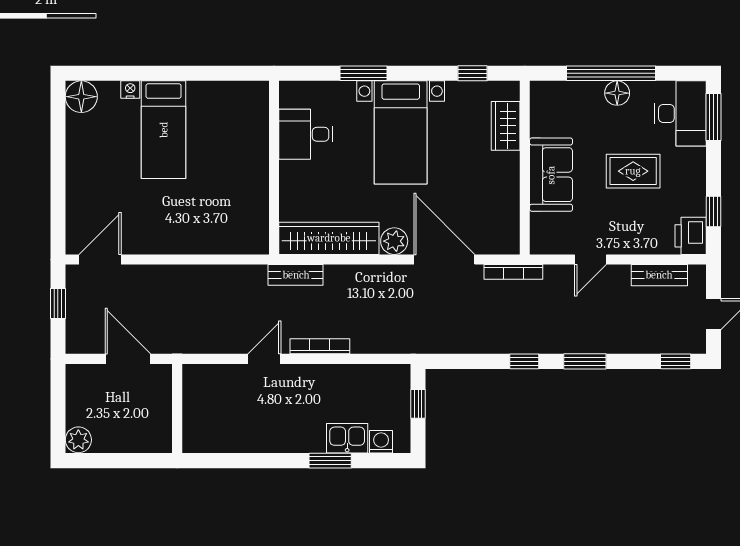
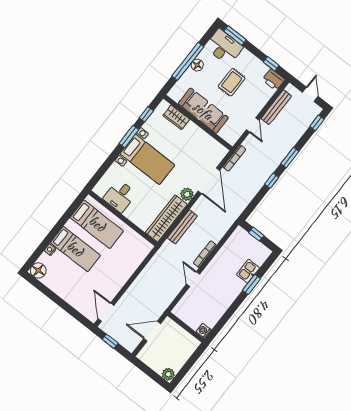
window: (364, 73) -> (129, 137), moved
bed: (231, 133) -> (97, 224), added
sofa: (551, 175) -> (203, 111), width x1.36
door: (444, 260) -> (209, 181), swing flipped
bench: (296, 275) -> (182, 227), moved, width x1.36
bench: (659, 275) -> (276, 107), width x1.36
washing machine: (381, 442) -> (204, 331), moved

